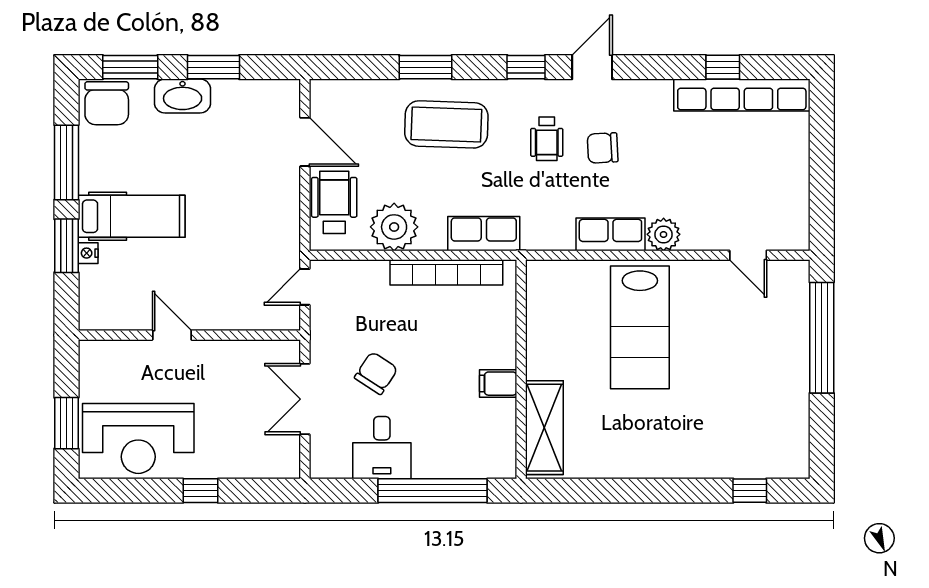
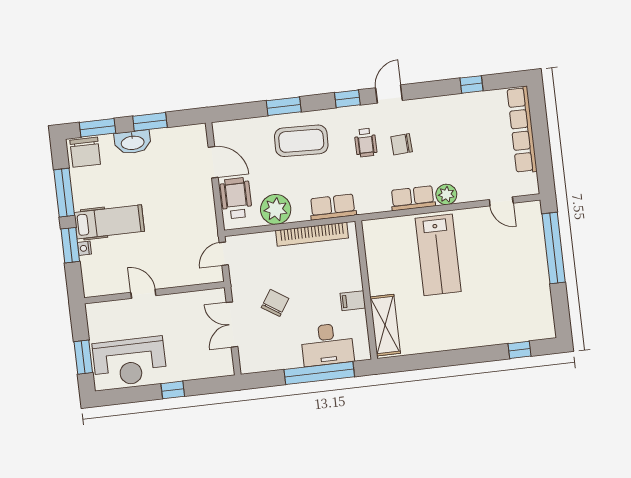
row of seats: (742, 95) -> (522, 130), moved, turned 90
desk: (382, 448) -> (327, 345), moved, width x1.37

